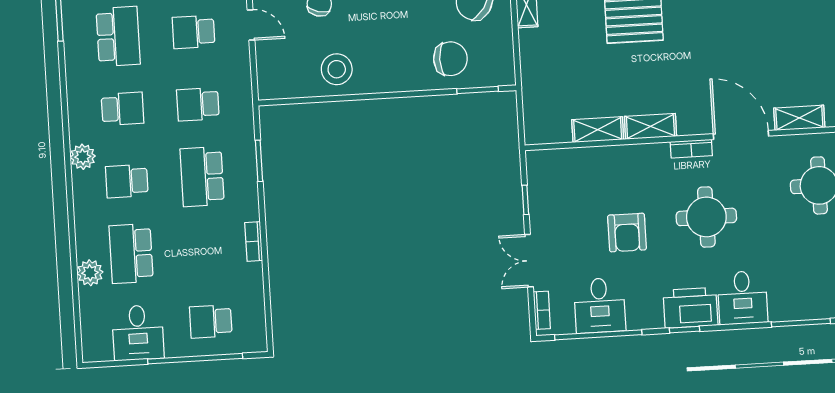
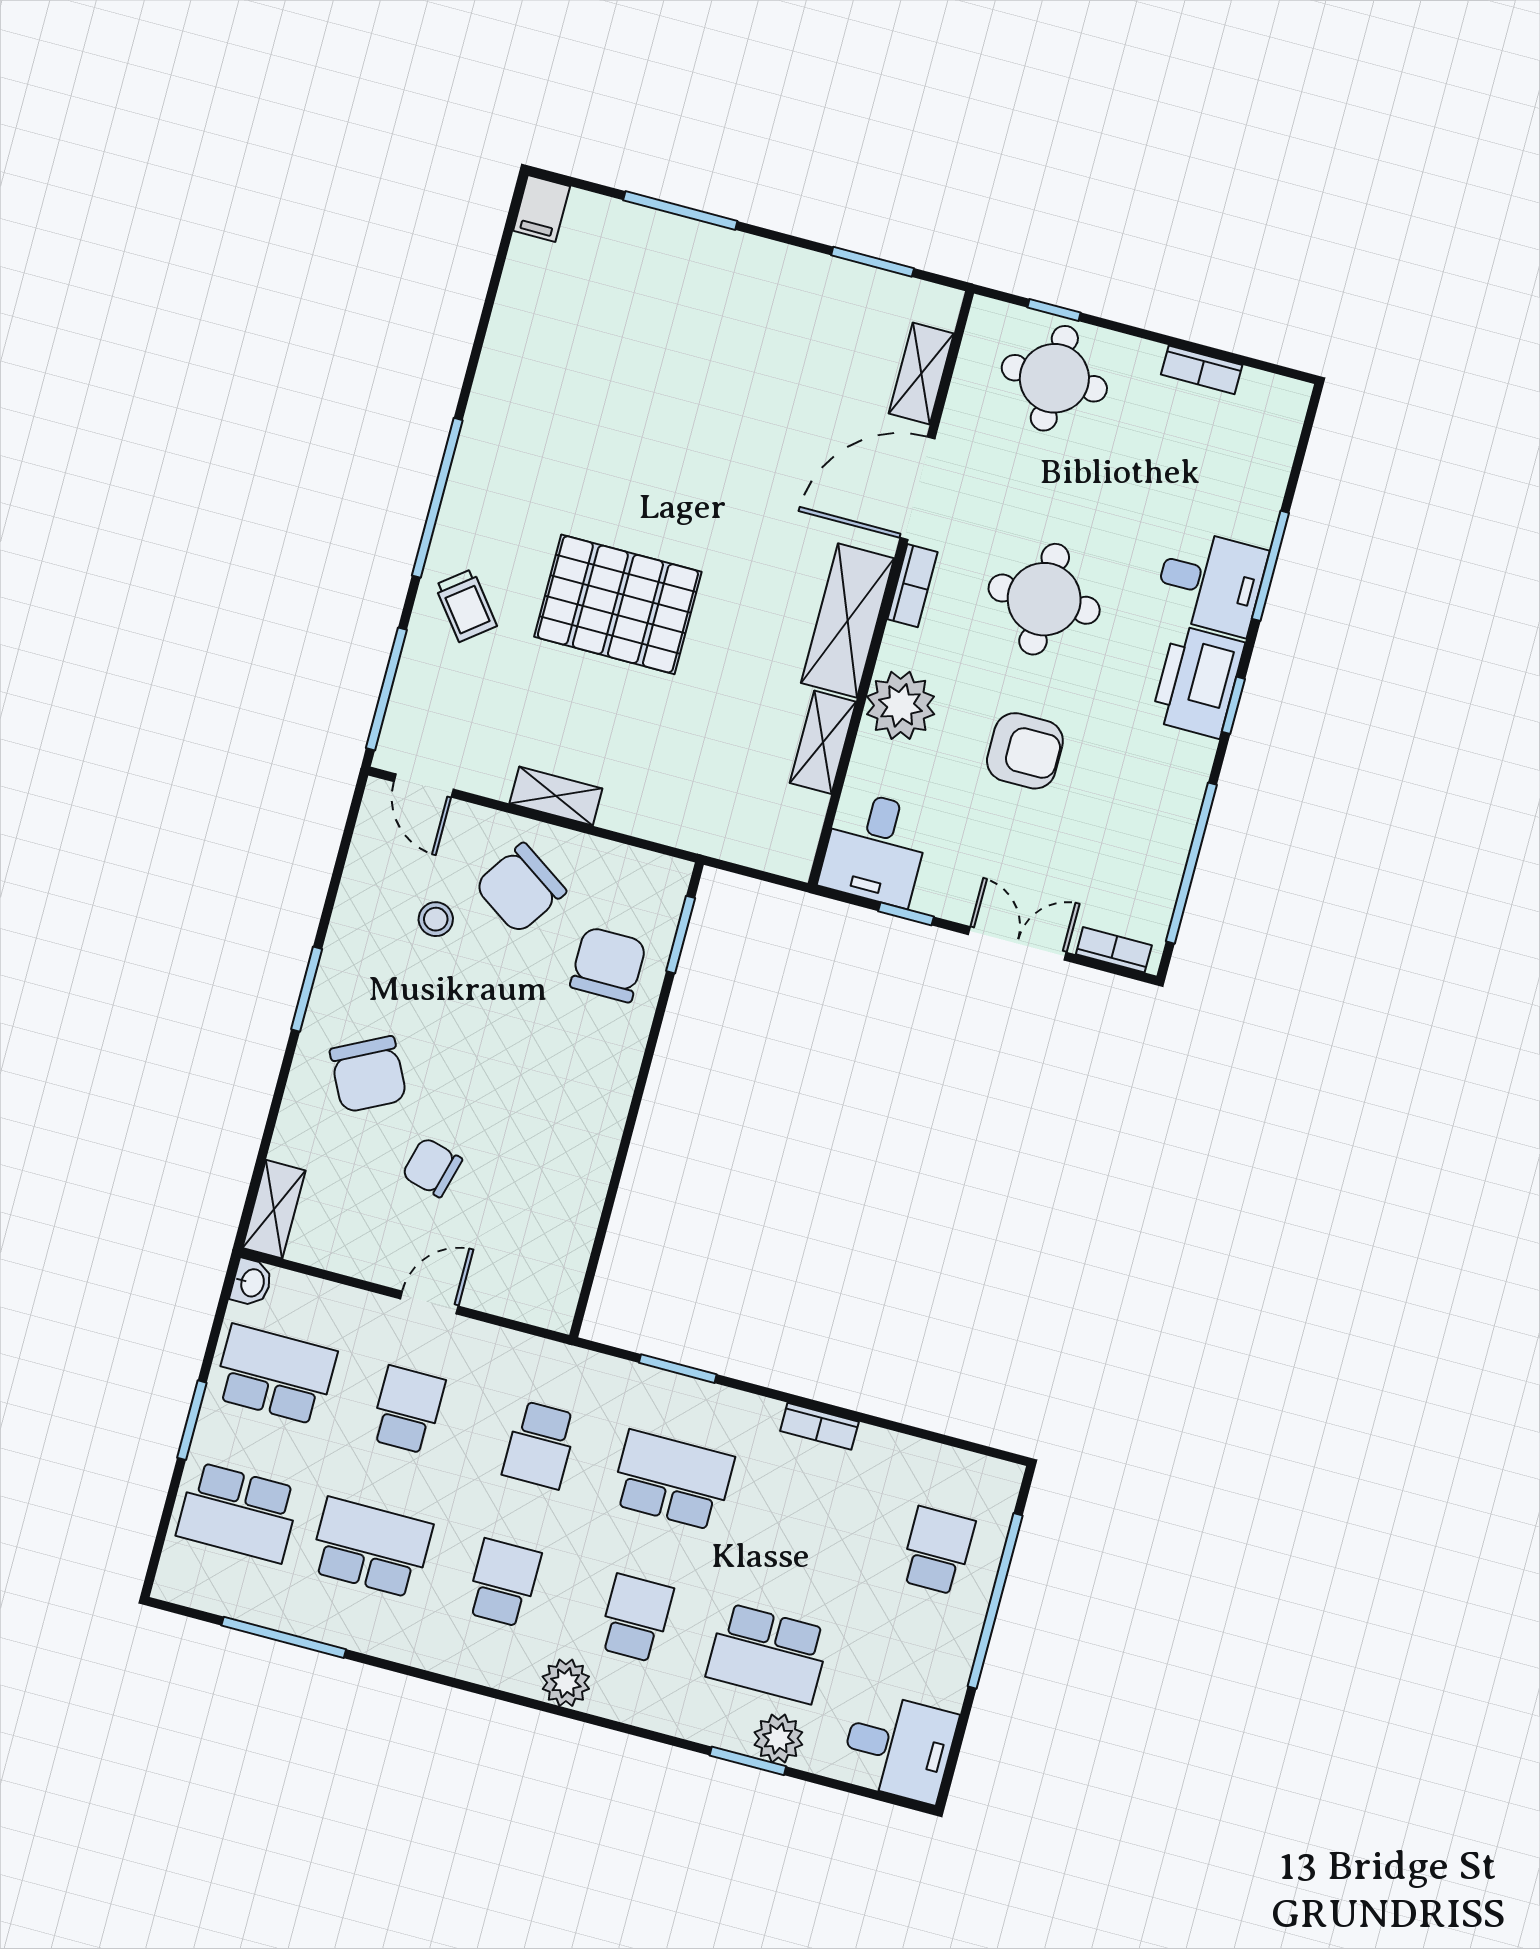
school desk: (194, 32) -> (408, 1410), turned 180
stool: (337, 69) -> (559, 1175), removed
shelving: (650, 126) -> (848, 621), width x1.50, depth x1.33
plant: (629, 163) -> (901, 705), added
school desk: (202, 177) -> (672, 1480), turned 180
school desk: (127, 181) -> (636, 1618), turned 180
window: (74, 261) -> (748, 1761), added
double door: (529, 261) -> (1017, 943), swing flipped
desk: (600, 305) -> (875, 848), moved, turned 90
school desk: (211, 321) -> (937, 1551), turned 180
window: (801, 323) -> (1270, 566), moved
desk: (138, 333) -> (899, 1747), moved

